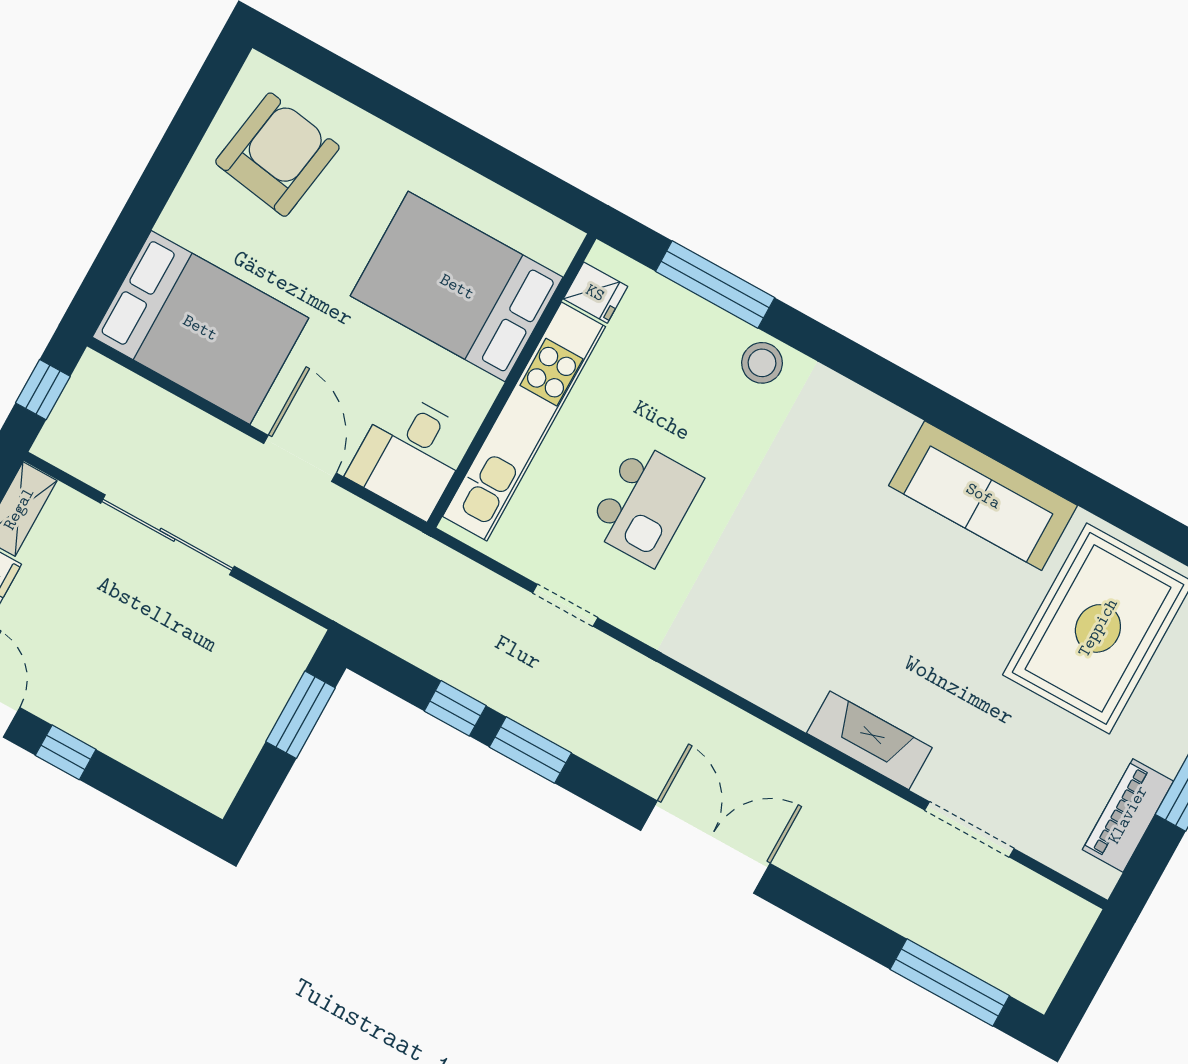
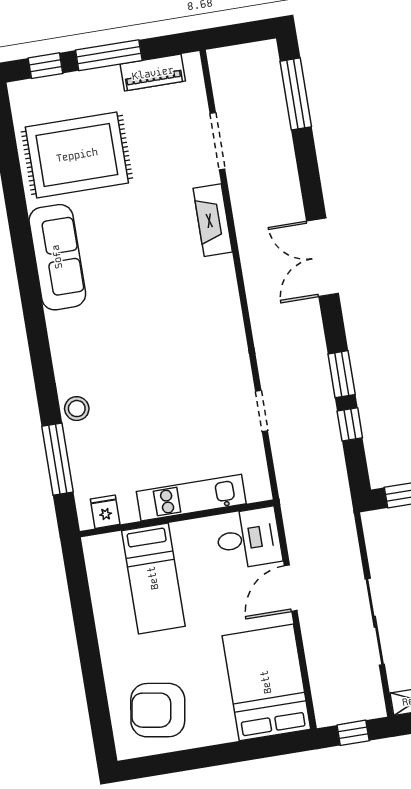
bed: (457, 287) -> (153, 578), width x0.67
kitchen unit: (524, 421) -> (191, 498), width x0.73
kitchen island: (645, 504) -> (185, 411), removed

